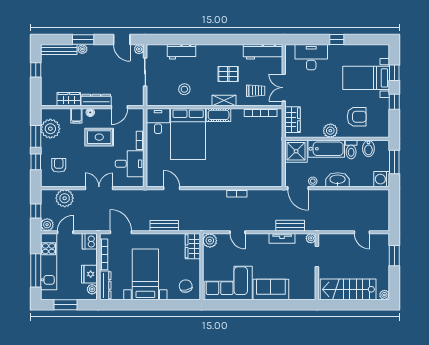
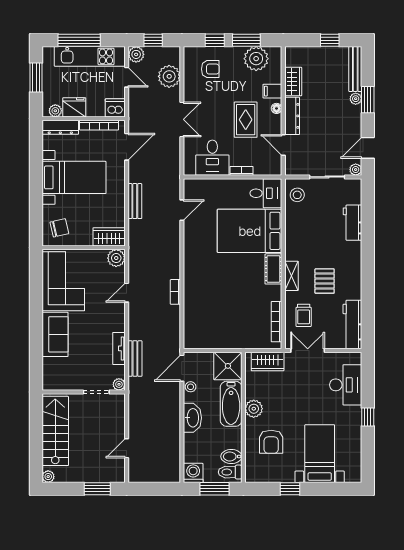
window: (394, 73) -> (326, 489), removed
stool: (184, 89) -> (297, 195), moved
toilet: (351, 150) -> (230, 472), moved

